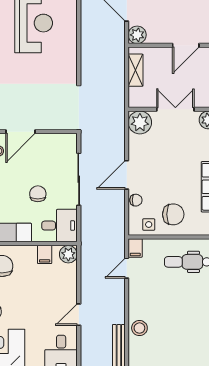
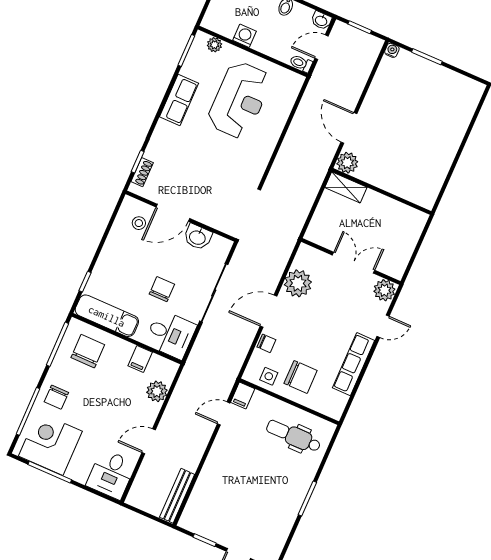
door: (186, 45) -> (396, 198), removed
shelving: (136, 70) -> (346, 187), moved, turned 90
plant: (140, 122) -> (298, 283), moved
washbasin: (48, 142) -> (198, 237), added
plant: (68, 254) -> (157, 391), moved
stool: (139, 328) -> (209, 485), removed

